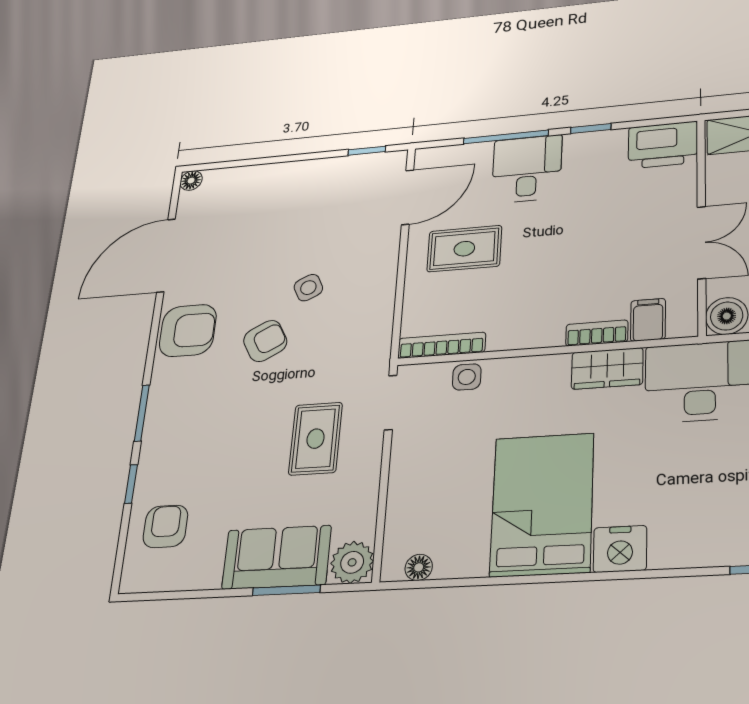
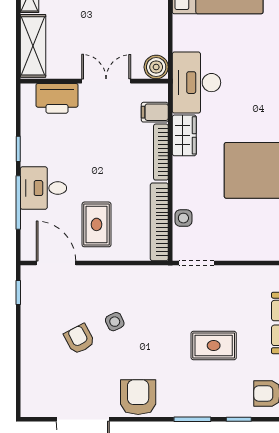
printer: (663, 145) -> (57, 98), moved, turned 90
floor lamp: (191, 181) -> (28, 410), removed
bookcase: (597, 333) -> (161, 152), width x1.56
armchair: (265, 341) -> (79, 339), moved
bookcase: (442, 345) -> (159, 222), width x1.48, depth x1.31
rug: (316, 439) -> (214, 345), moved

